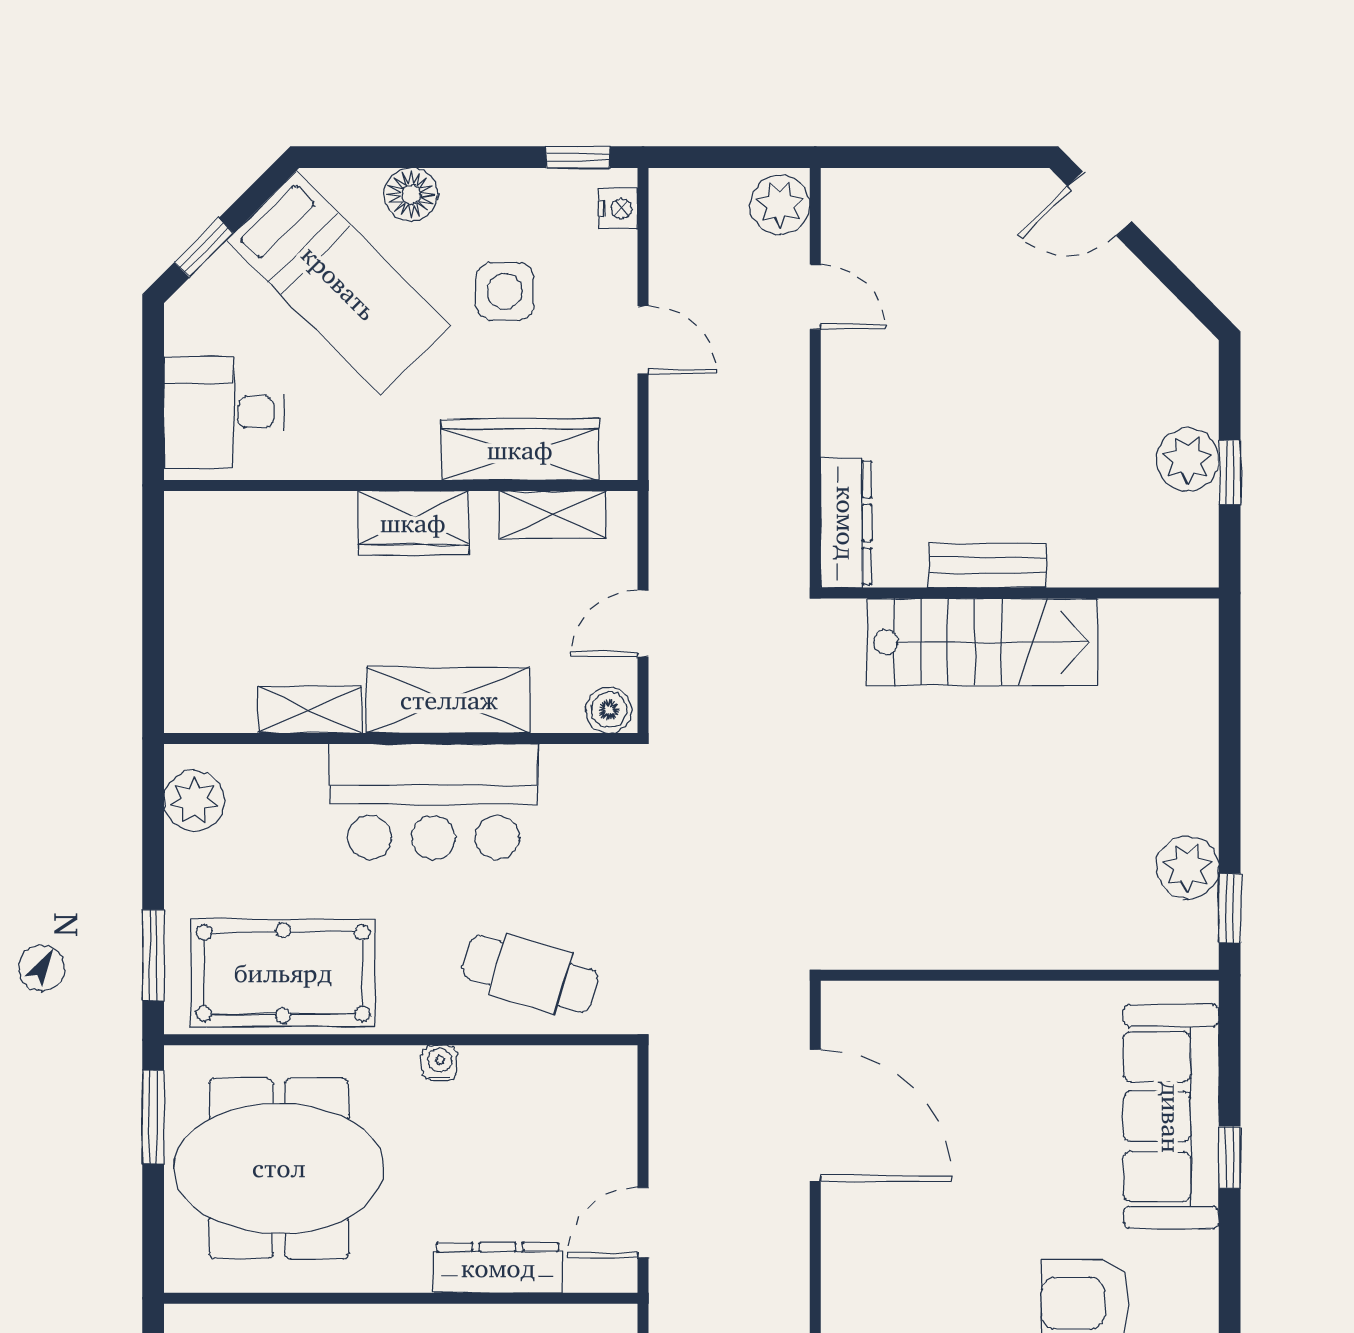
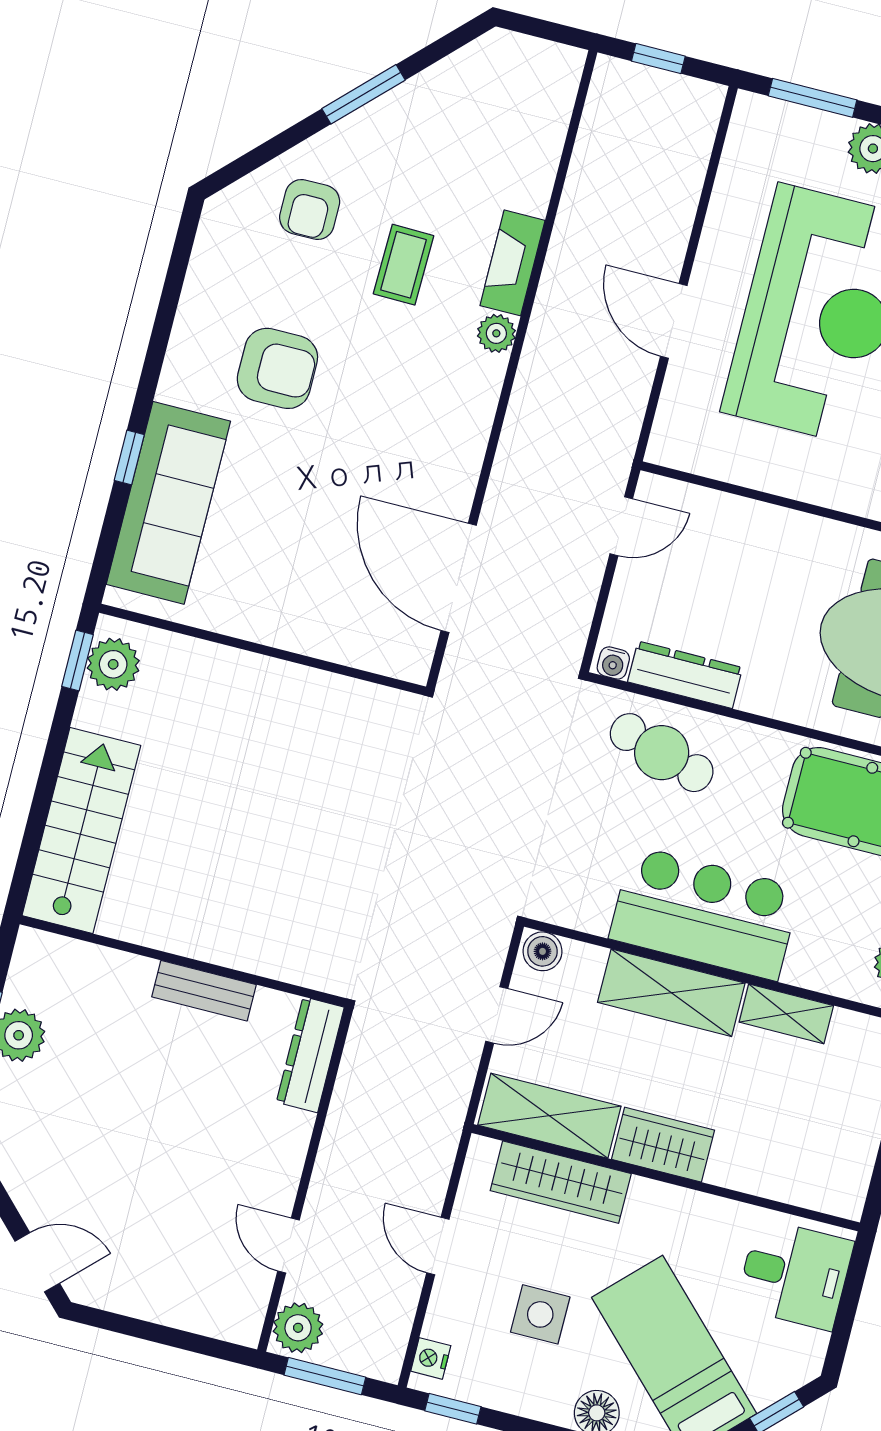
window: (735, 157) -> (325, 1376), added
shelving: (553, 515) -> (549, 1116), width x1.50, depth x1.33
stairs: (982, 642) -> (81, 830), moved, turned 90
plant: (1188, 867) -> (113, 664), moved
water cooler: (440, 1063) -> (613, 663), moved
dresser: (498, 1268) -> (685, 675), moved, turned 180

